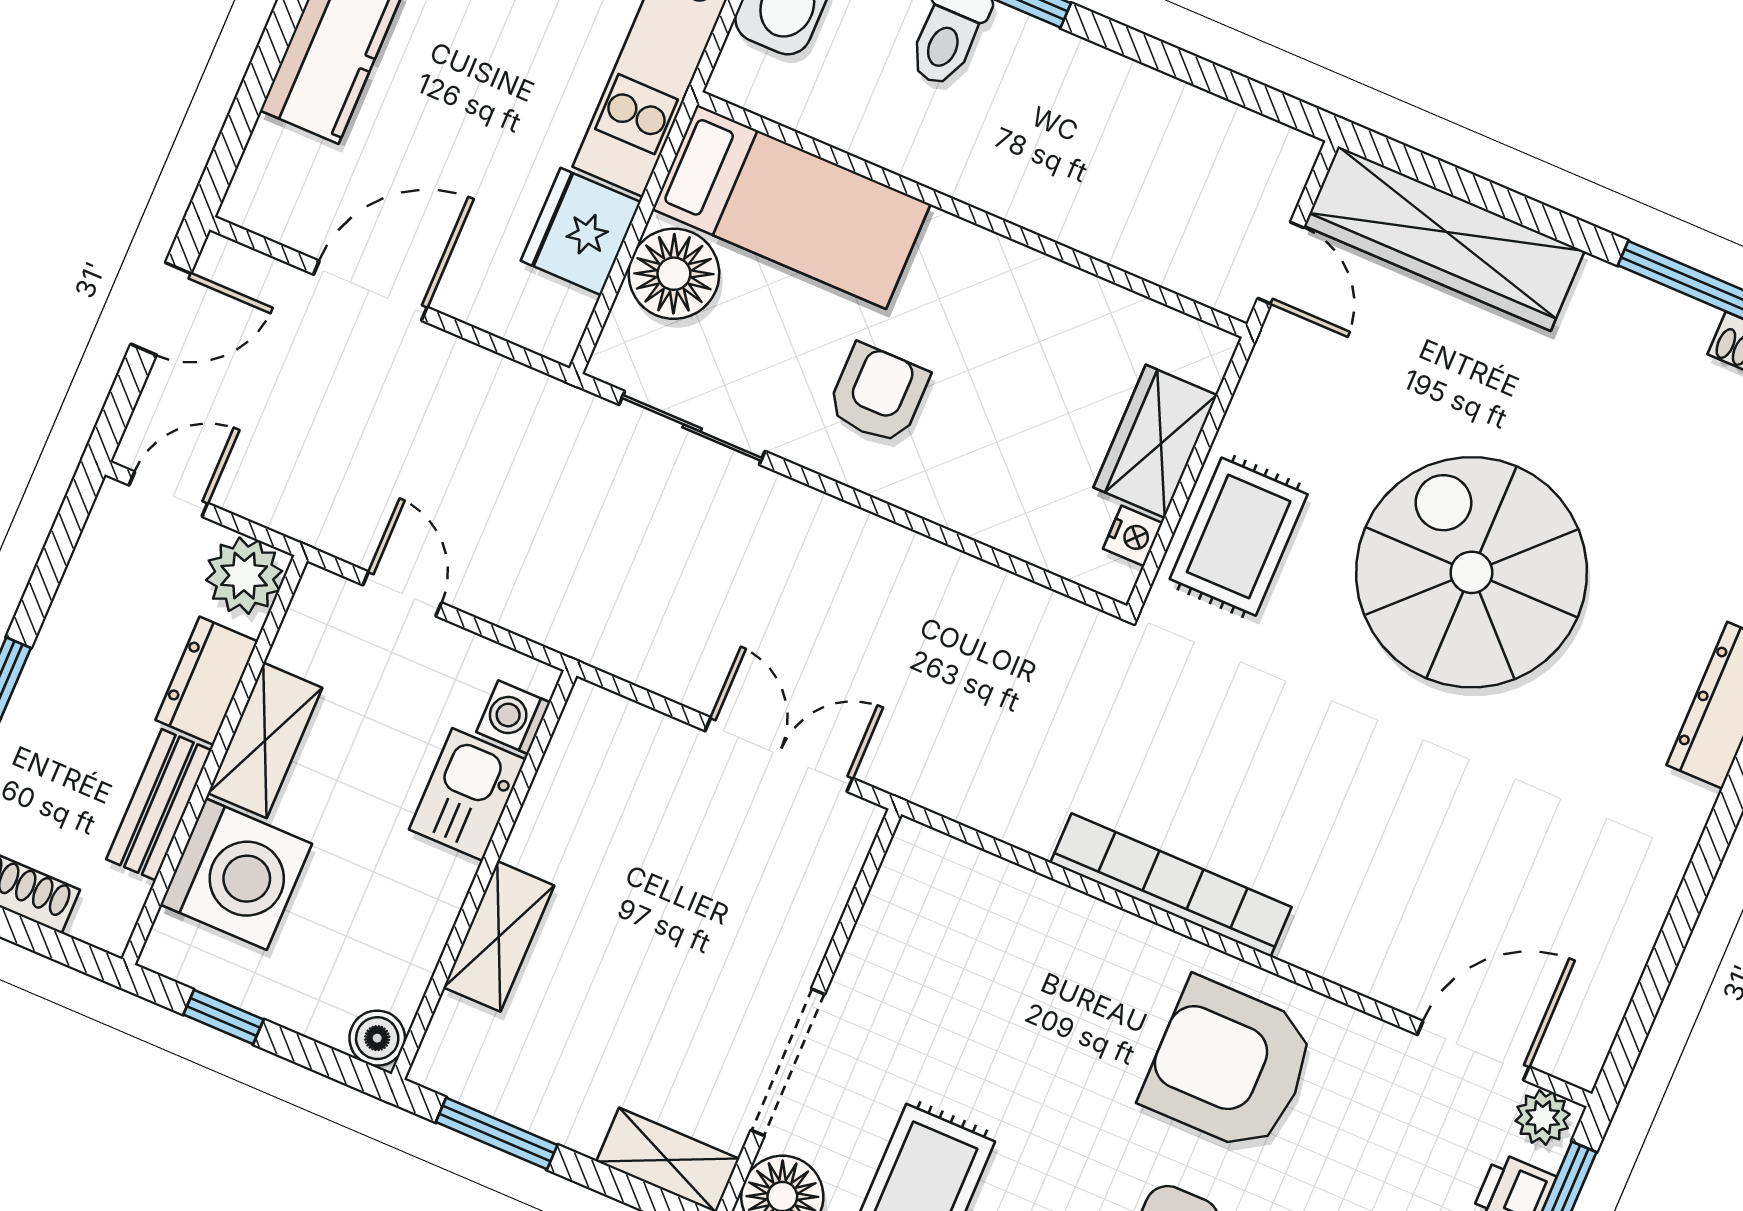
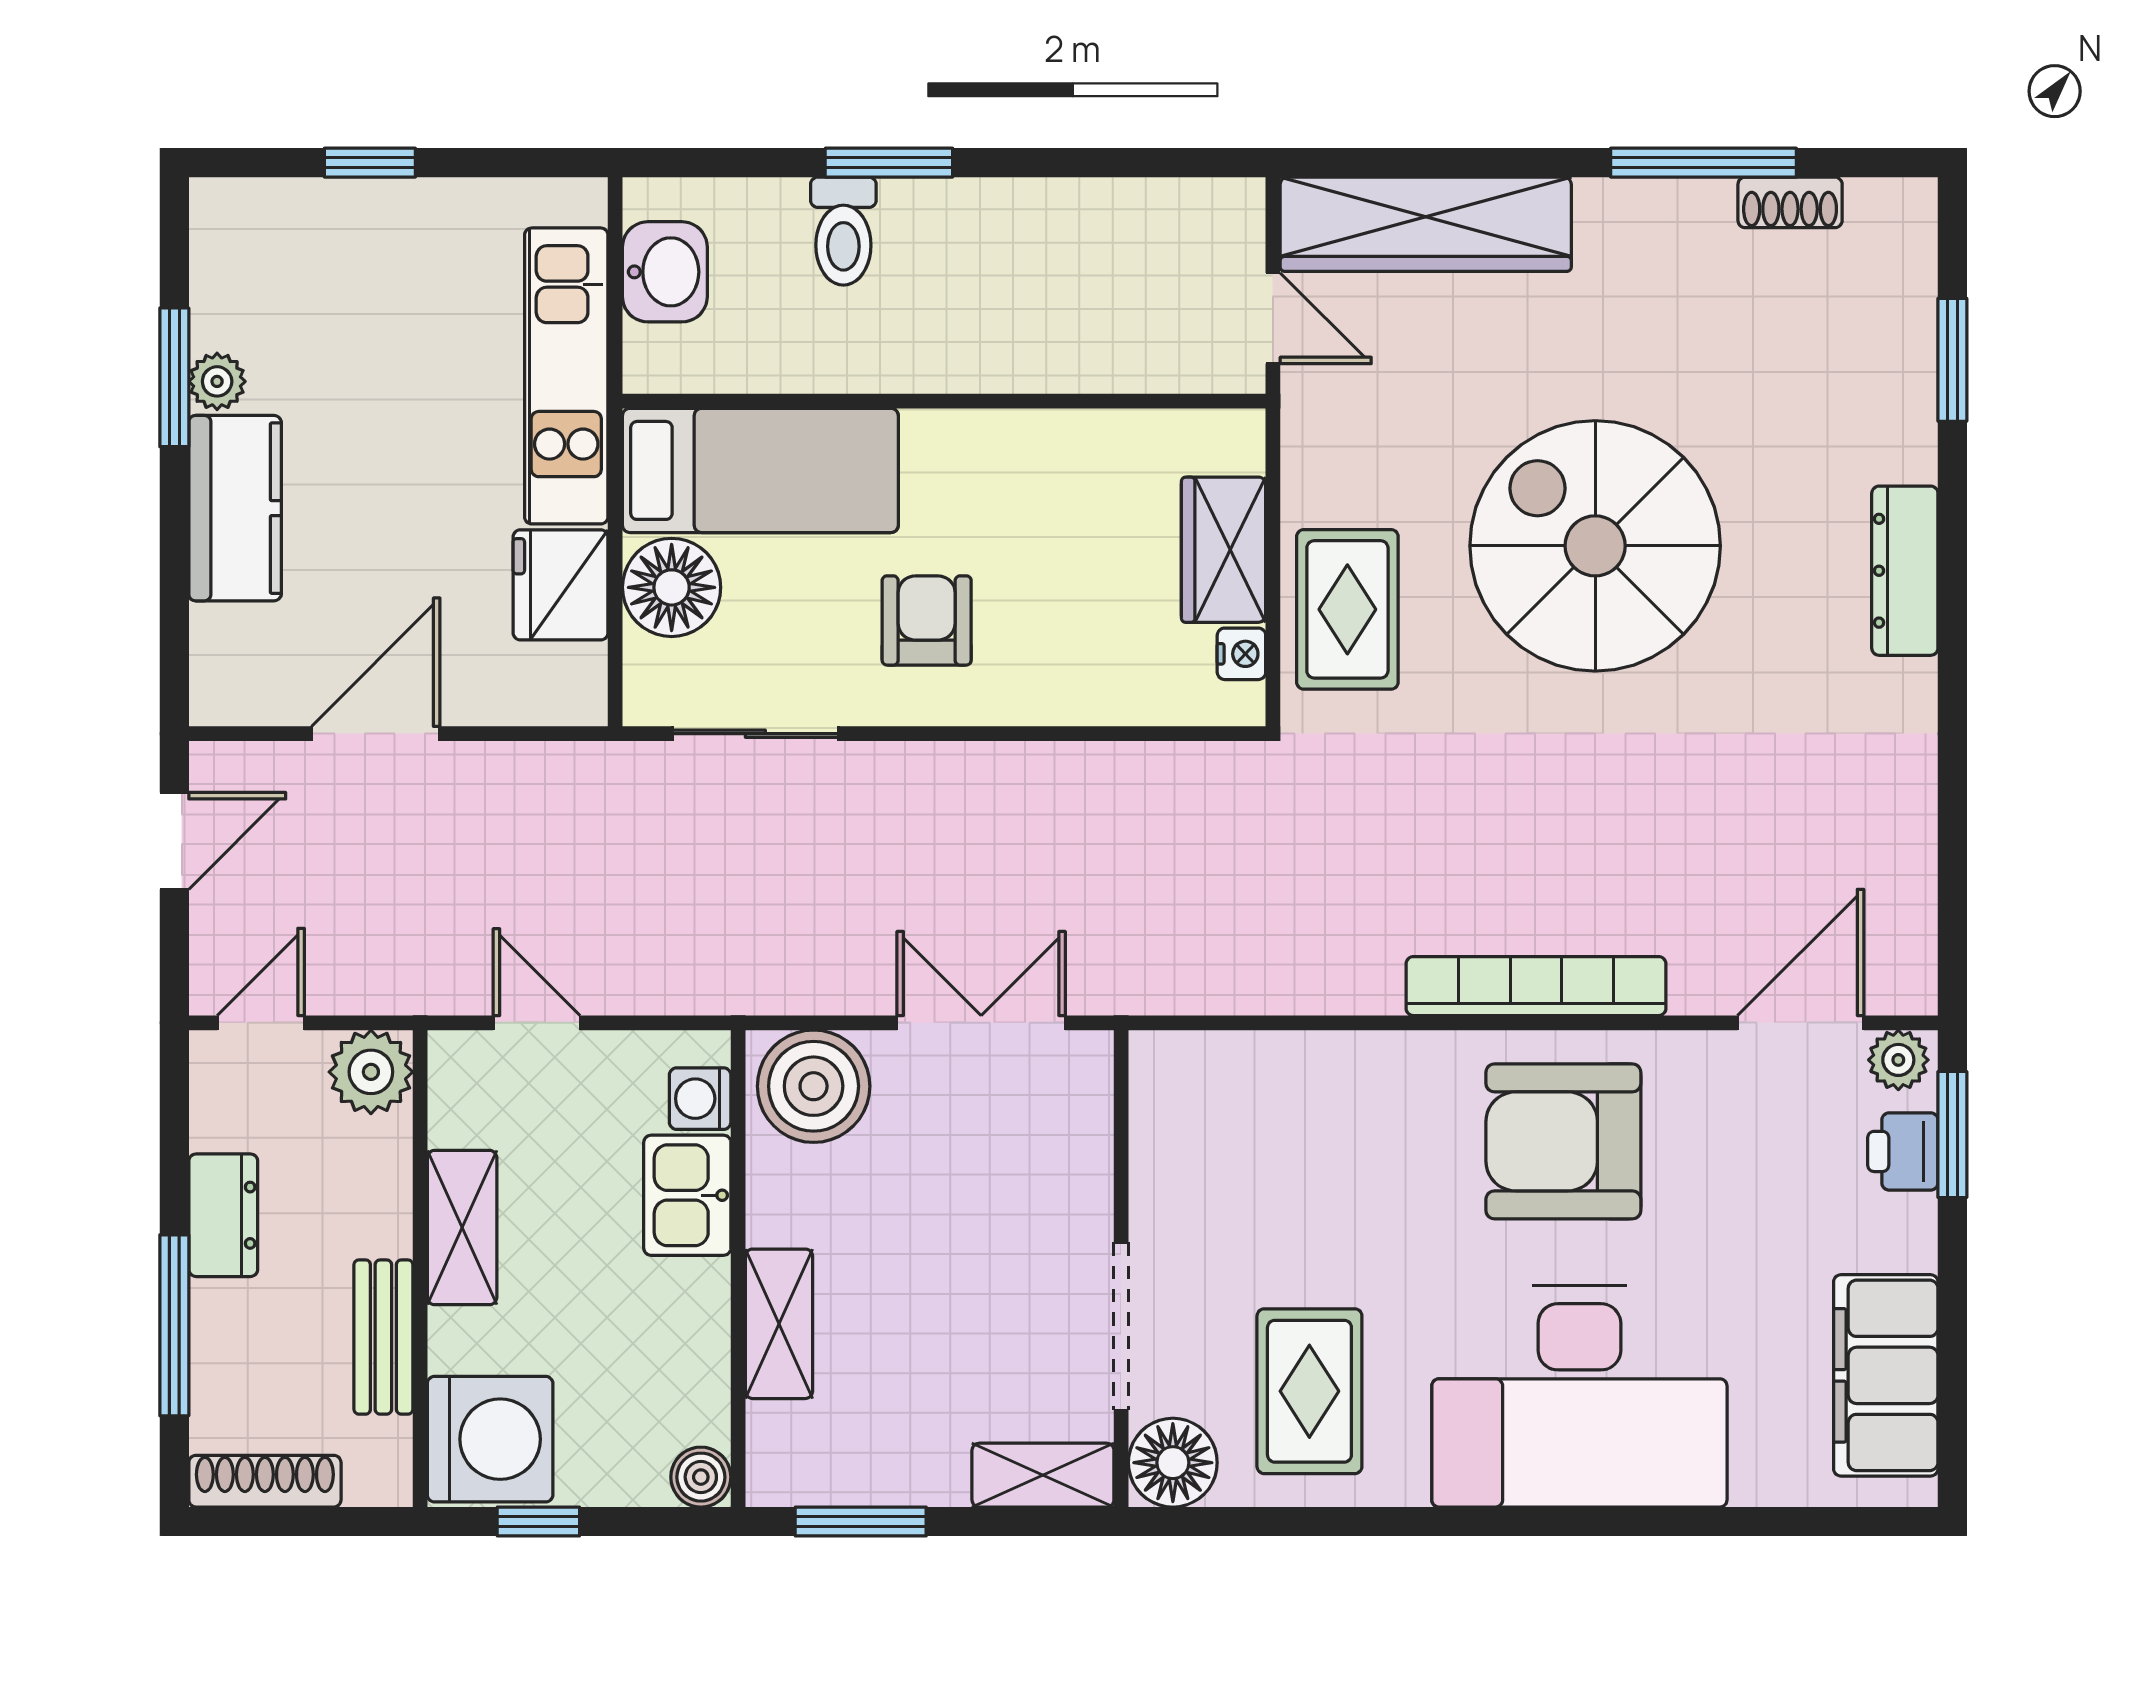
dresser: (207, 681) -> (223, 1215), moved, turned 180
boiler: (614, 748) -> (814, 1086), added
washing machine: (236, 874) -> (490, 1439), moved
bookcase: (1171, 885) -> (1536, 986), moved

